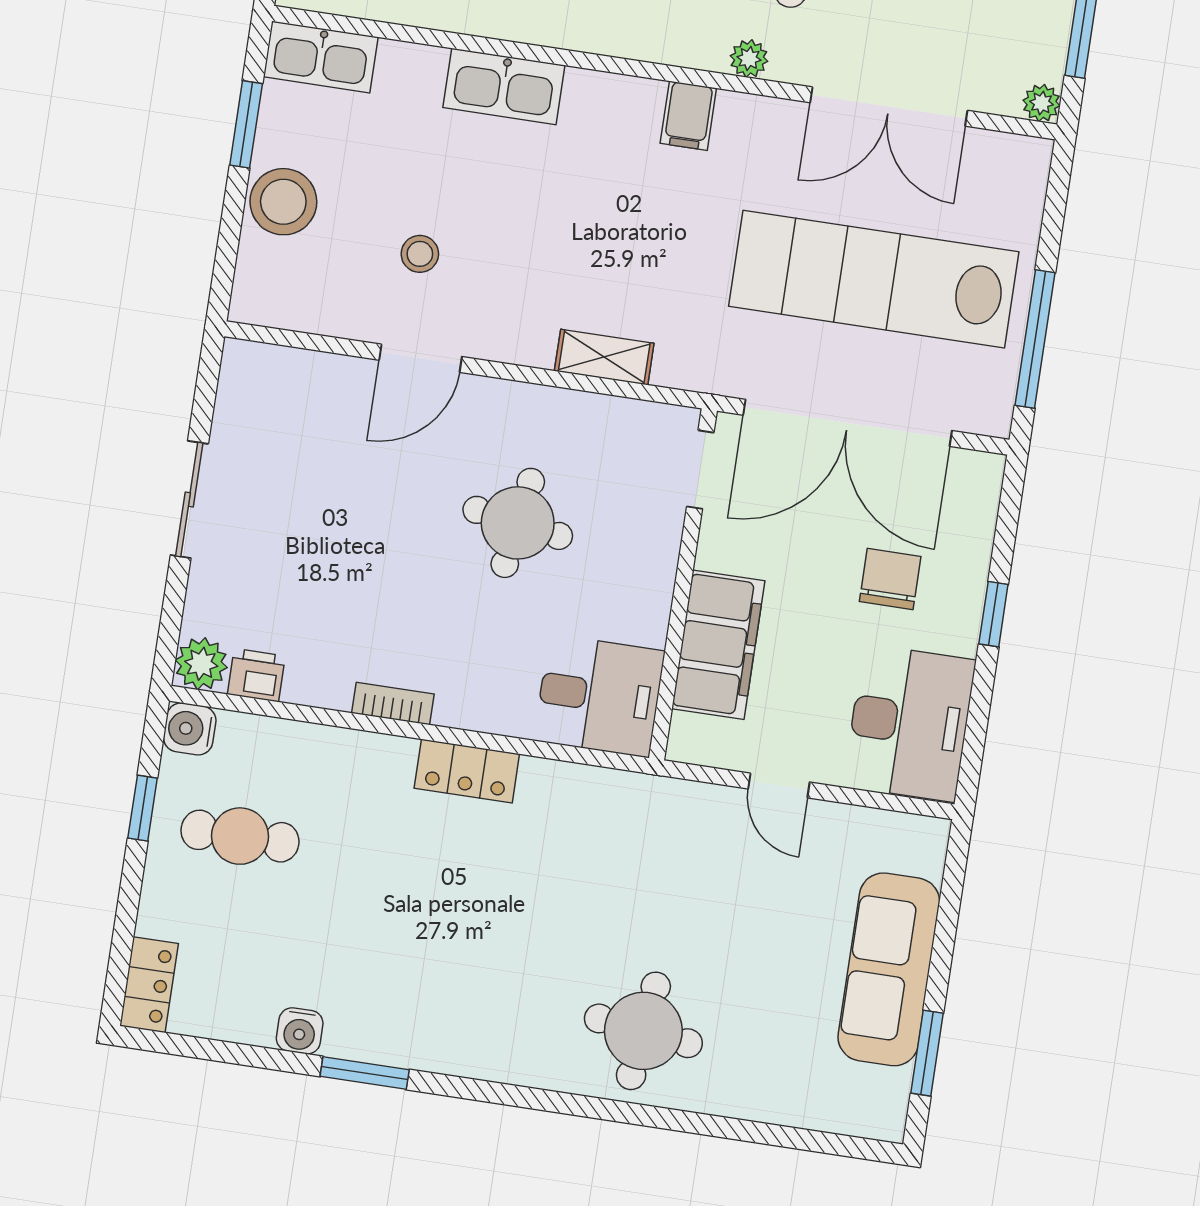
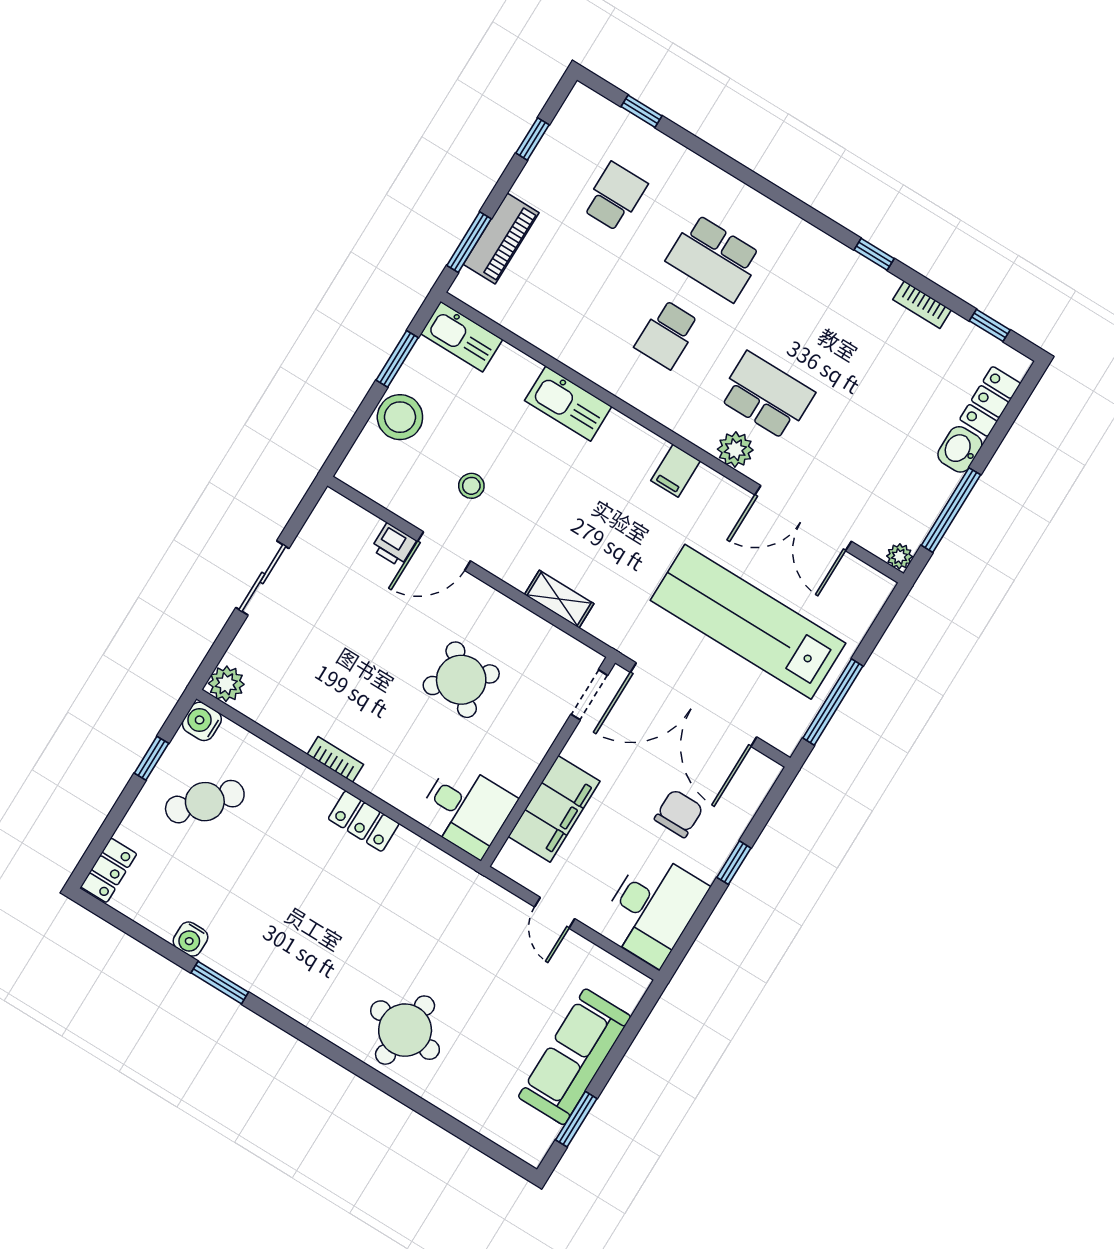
plant: (749, 59) -> (735, 450), width x1.38, depth x1.38
round table: (518, 523) -> (461, 680), turned 38
printer: (256, 675) -> (394, 545), moved, turned 180
cafe table: (240, 836) -> (205, 802), turned -48

